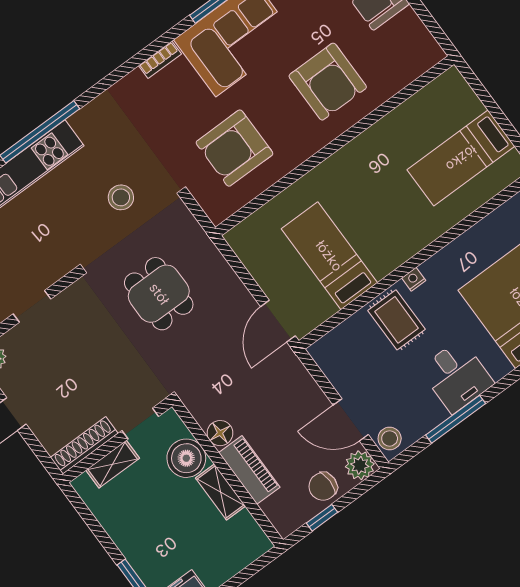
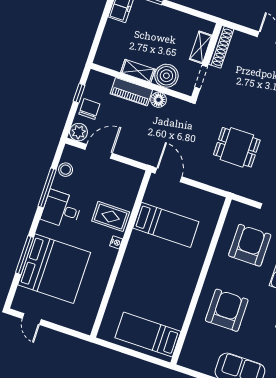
armchair: (328, 82) -> (227, 310), turned 90
bed: (461, 158) -> (148, 335), moved, turned -90
stool: (390, 438) -> (66, 170), moved

